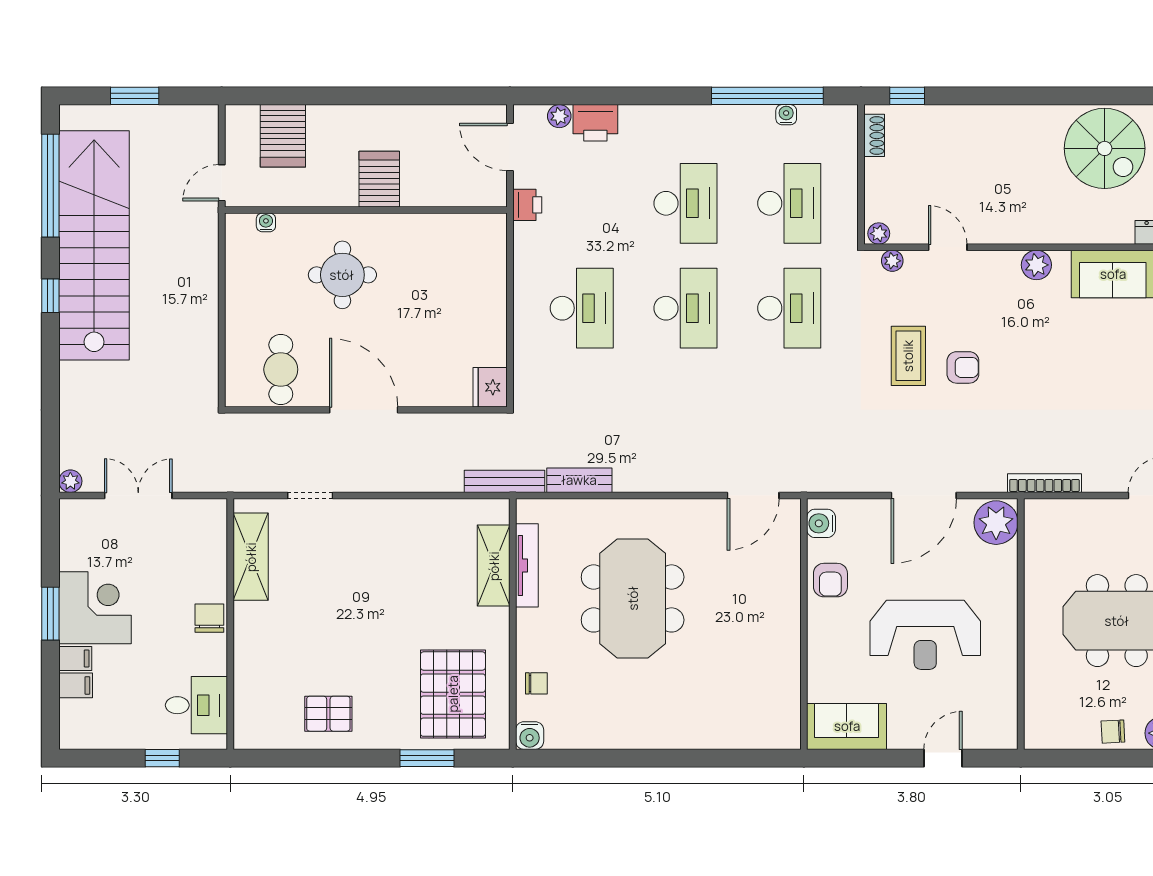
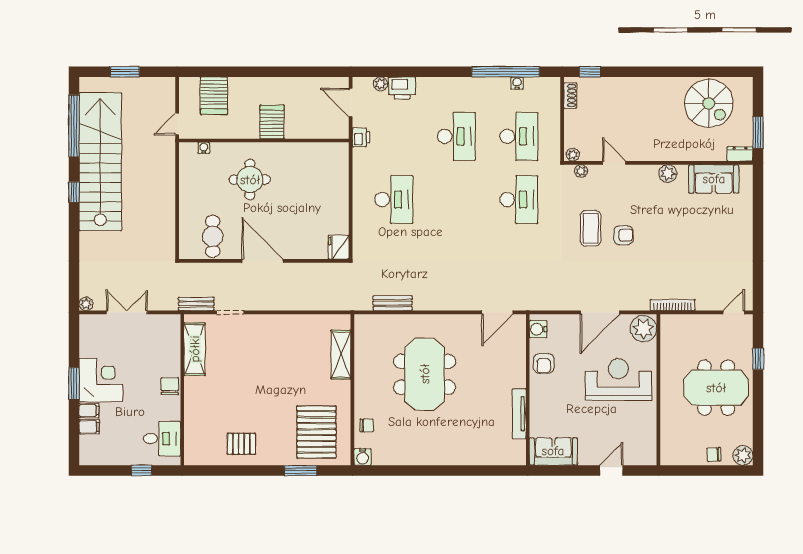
desk: (685, 308) -> (456, 200), removed
bench: (504, 481) -> (196, 304), moved, width x0.73
tv unit: (527, 565) -> (519, 414), moved, turned 180
reception desk: (925, 635) -> (618, 380), moved, turned 180

